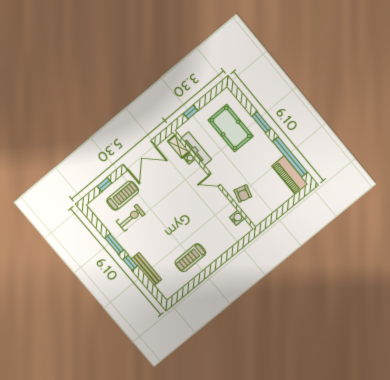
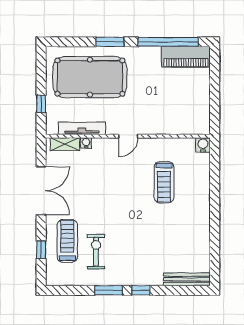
pool table: (231, 128) -> (90, 77), width x1.36, depth x1.32
armchair: (243, 194) -> (165, 119), removed
water cooler: (237, 218) -> (203, 145), moved
treadmill: (190, 258) -> (164, 182), moved
bench: (146, 269) -> (187, 279), moved

